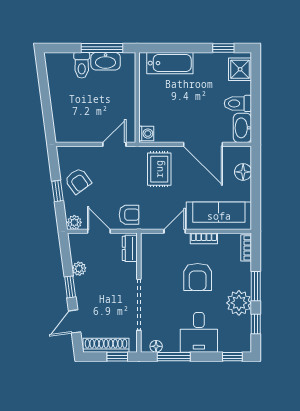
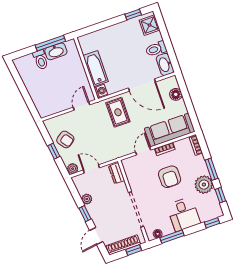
bathtub: (170, 63) -> (96, 69), moved, turned -90
armchair: (129, 215) -> (108, 150), removed

